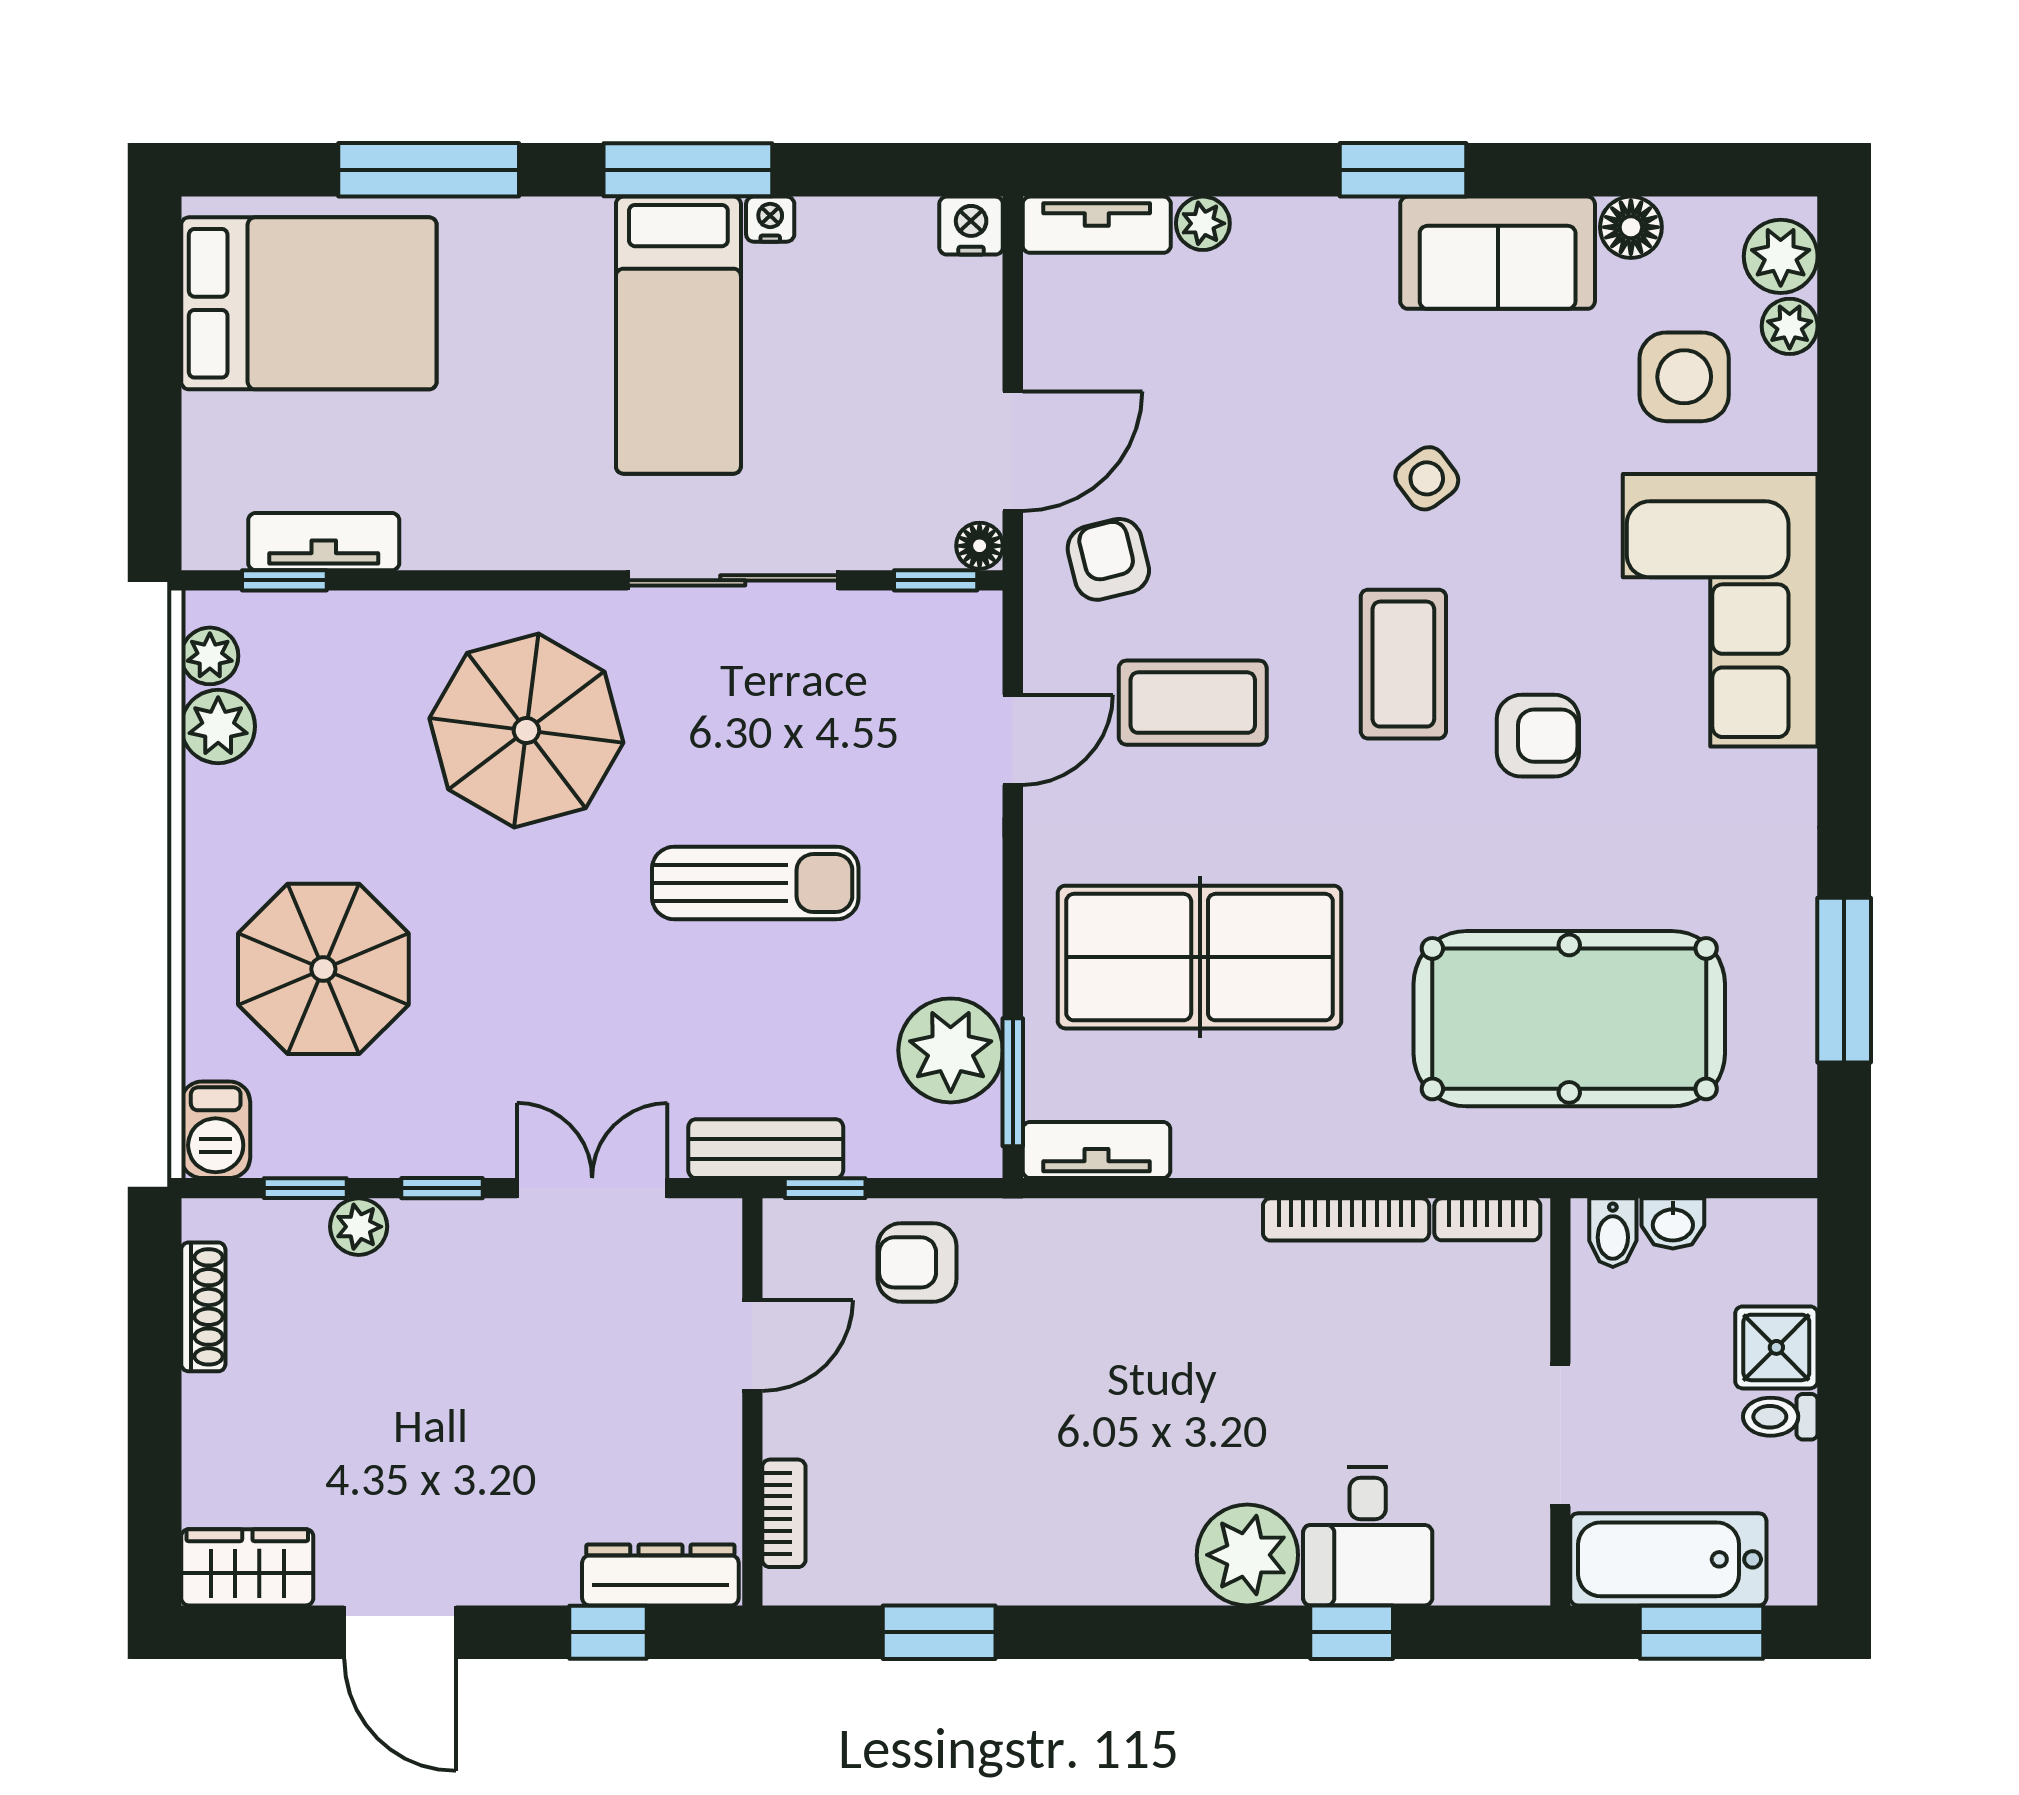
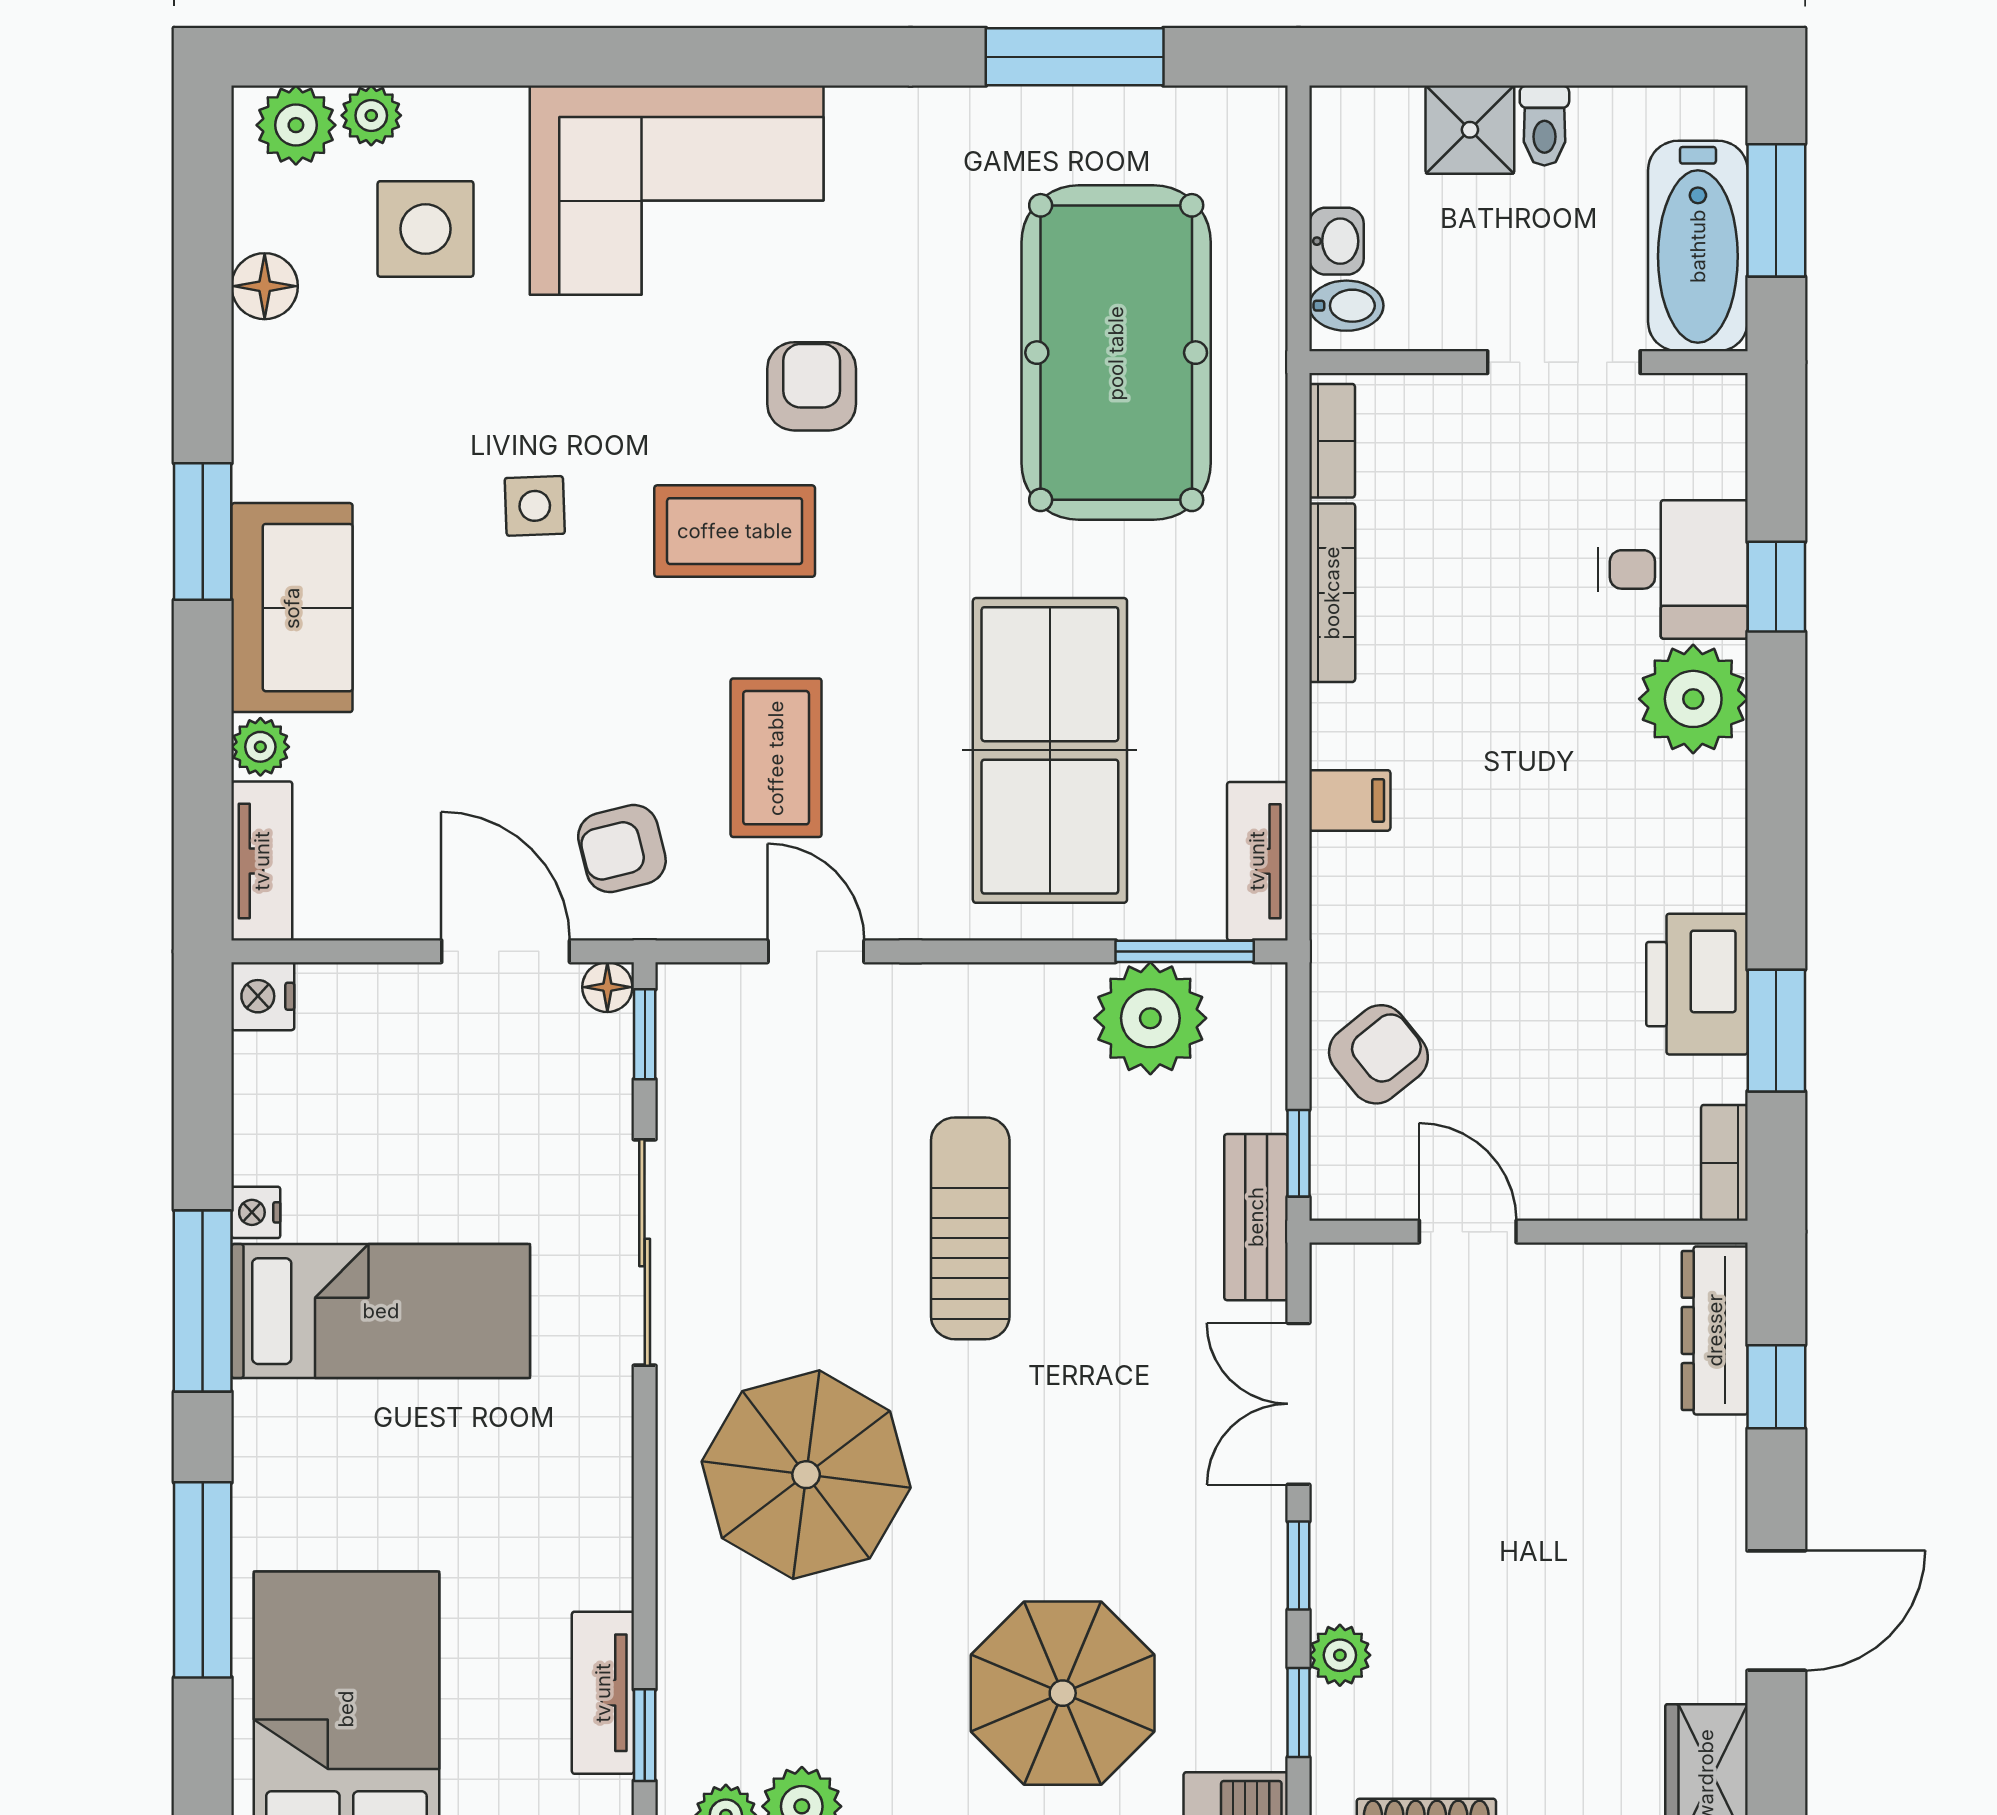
sofa: (1498, 253) -> (292, 608), moved
side table: (1427, 478) -> (535, 506), turned 35
filing cabinet: (1153, 1236) -> (1350, 800), added
armchair: (917, 1262) -> (1378, 1054), turned -129
bookcase: (784, 1513) -> (1724, 1163), moved, turned -90
printer: (982, 1558) -> (1697, 984), added

